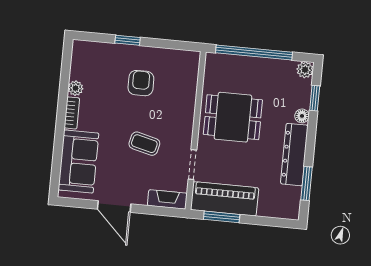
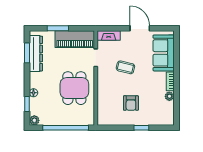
dining table: (233, 117) -> (74, 88), turned 90
dresser: (294, 155) -> (36, 54), moved
window: (222, 217) -> (58, 28), moved

